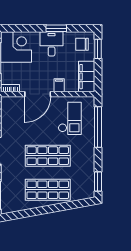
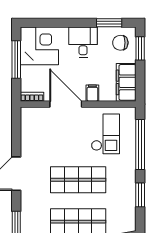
window: (56, 28) -> (109, 23), moved
door: (38, 94) -> (66, 104), swing flipped
window: (98, 181) -> (140, 195), moved

